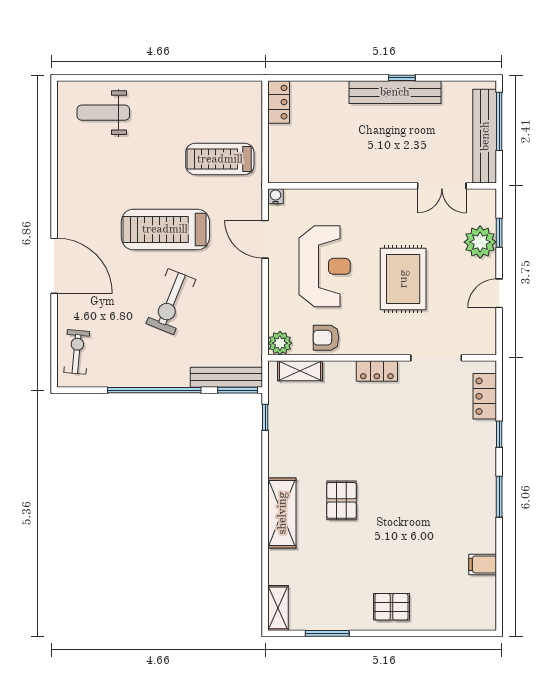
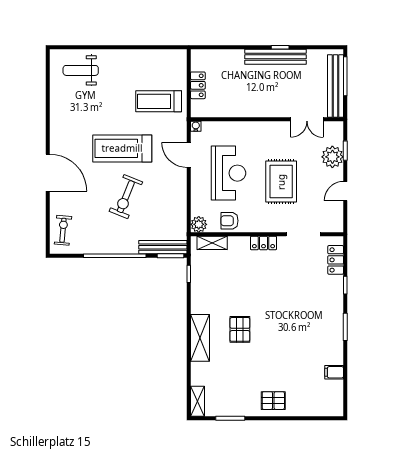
locker: (279, 102) -> (198, 85), moved

